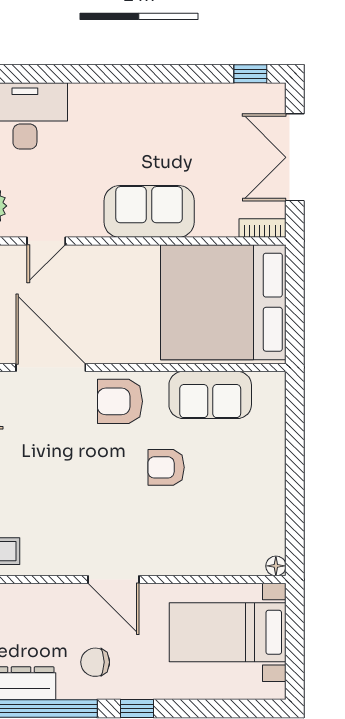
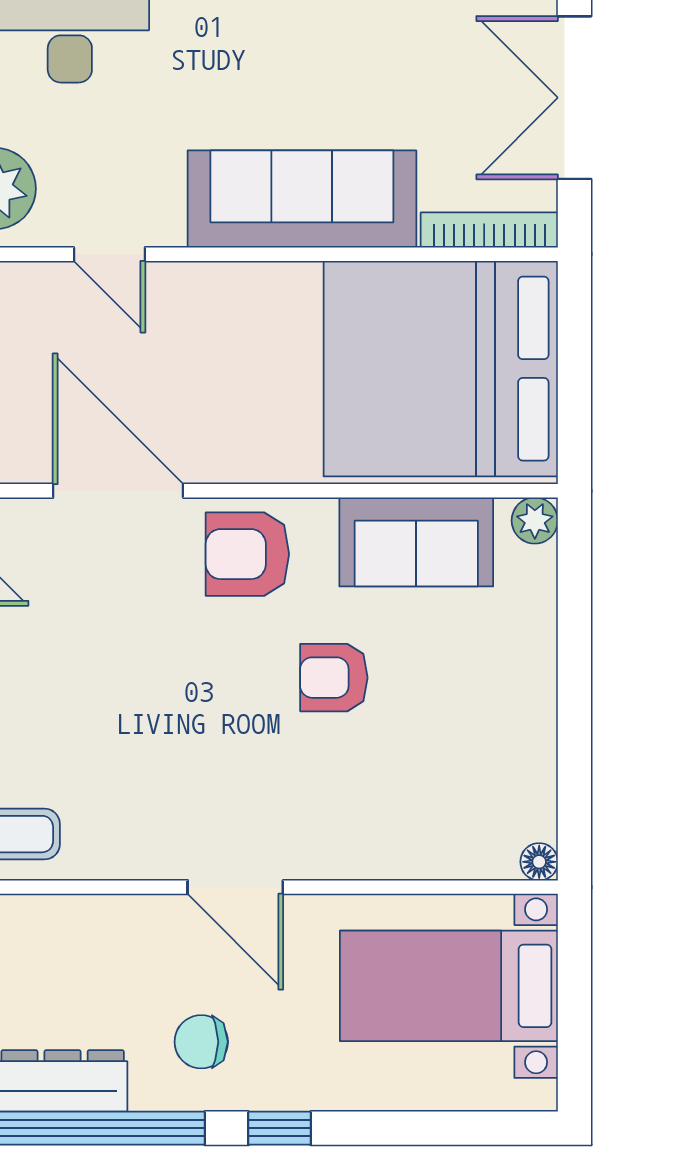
sofa: (149, 211) -> (302, 199), width x1.36
bookcase: (262, 228) -> (489, 230), width x1.56
door: (46, 241) -> (109, 254), hinge flipped
plant: (274, 383) -> (535, 521), added

